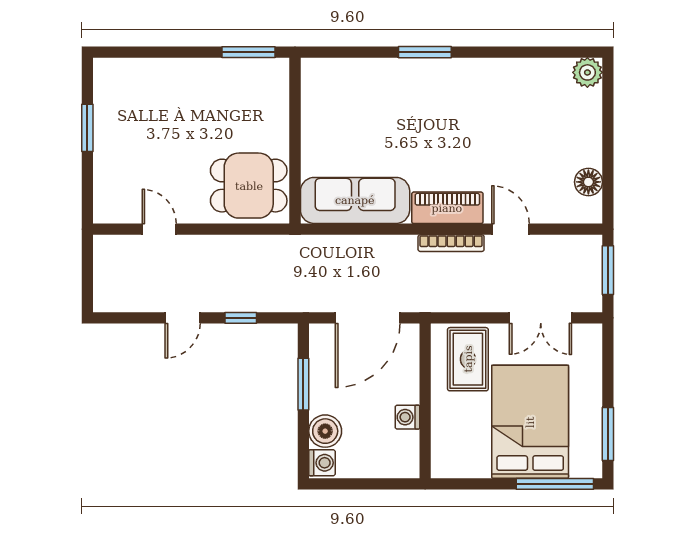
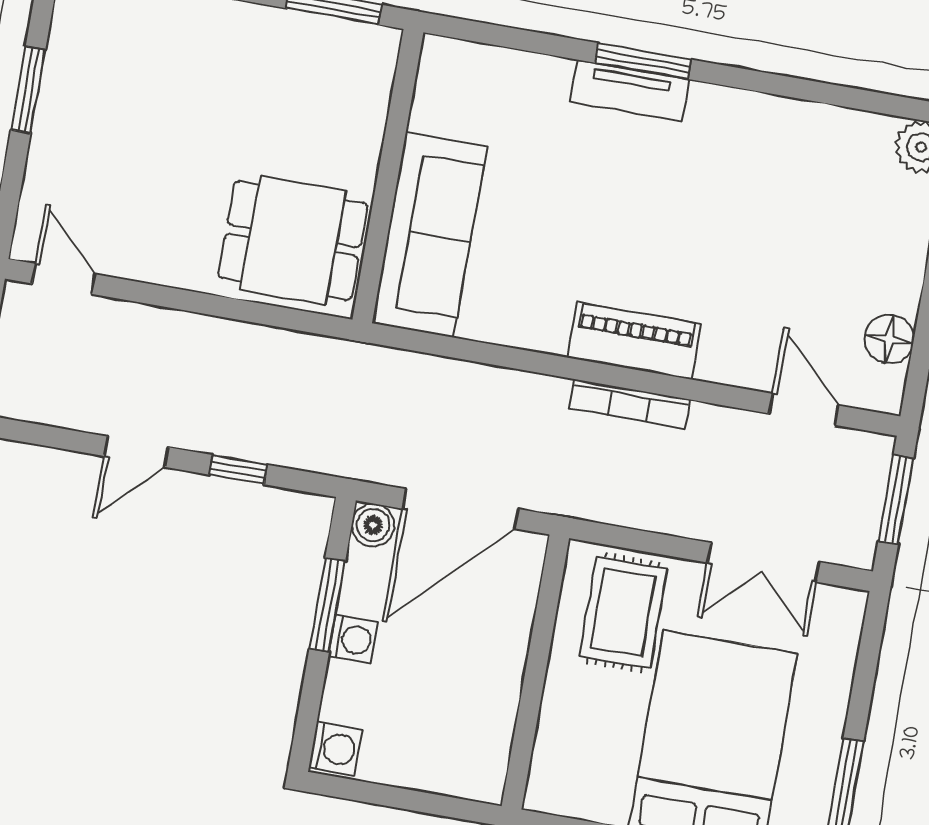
tv unit: (421, 70) -> (630, 91), added
sofa: (355, 200) -> (429, 235), moved, turned 90
door: (159, 229) -> (64, 279), moved
door: (510, 229) -> (804, 409), moved
washing machine: (407, 417) -> (353, 639), moved, turned 180
boiler: (325, 431) -> (373, 525), moved, width x0.73, depth x0.73

